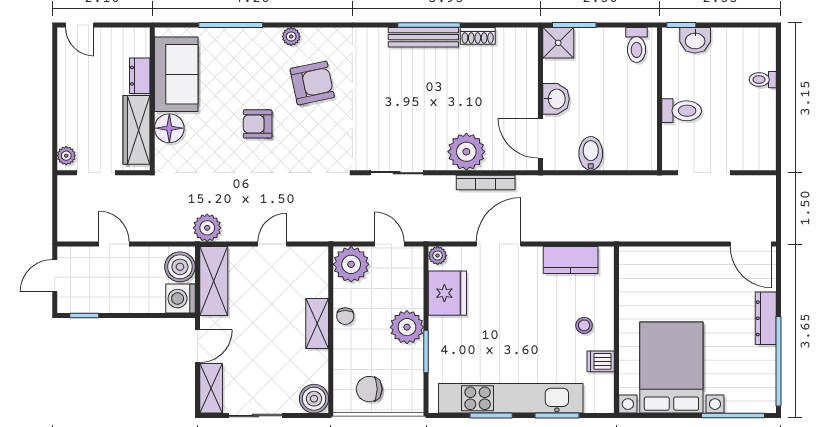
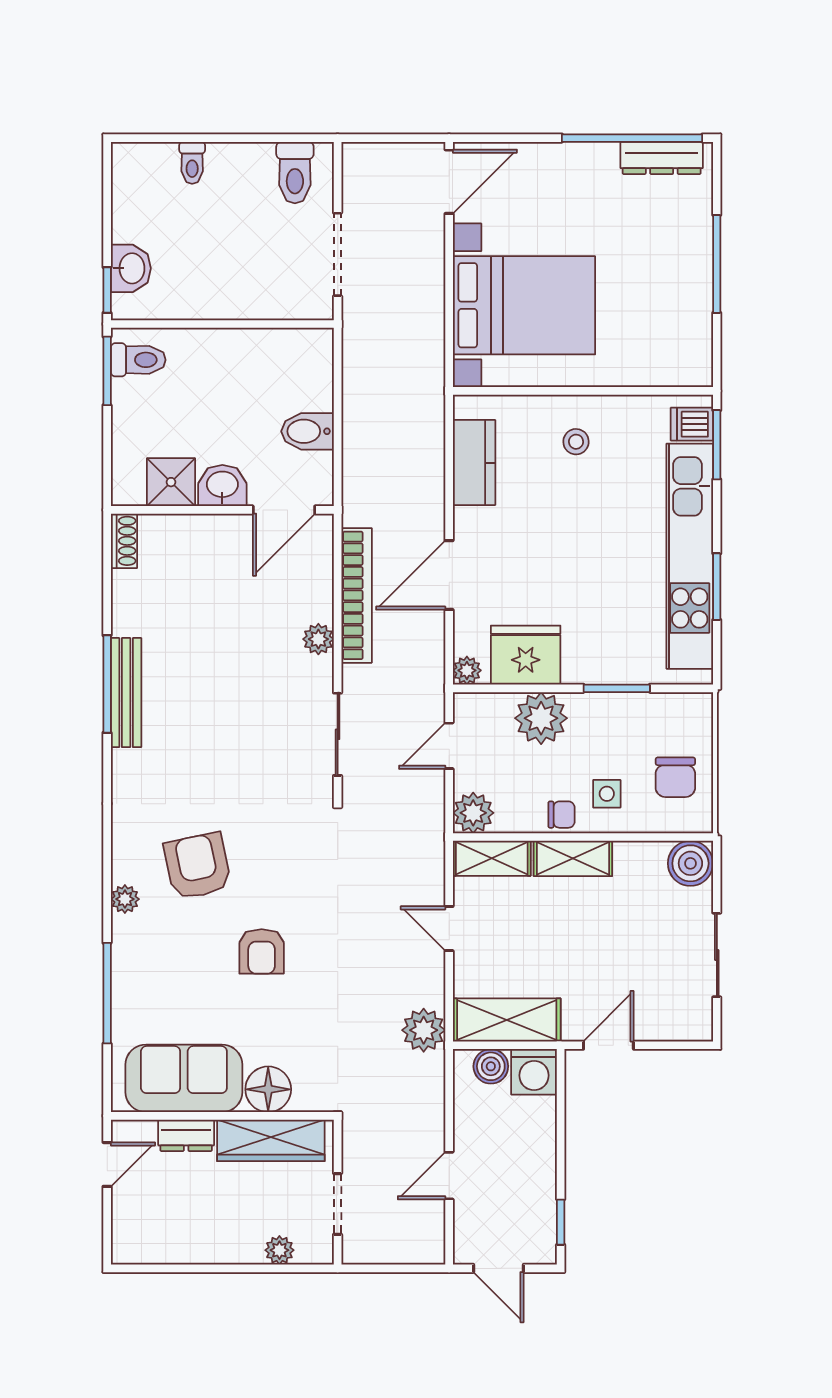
door: (80, 25) -> (107, 1164), moved
window: (574, 25) -> (107, 371), moved
shoe rack: (478, 36) -> (124, 541), moved
shower: (558, 43) -> (171, 482), moved
toilet: (682, 111) -> (295, 173), moved, turned 180
plant: (466, 152) -> (318, 639), width x0.53, depth x0.53
plant: (66, 156) -> (279, 1250), moved
bookcase: (486, 183) -> (357, 595), width x1.48, depth x1.31
door: (499, 244) -> (449, 575), hinge flipped
plant: (351, 264) -> (473, 813), width x0.73, depth x0.73
boiler: (180, 267) -> (491, 1066), width x0.73, depth x0.73
dresser: (766, 318) -> (662, 158), moved
plant: (407, 327) -> (541, 718), moved
side table: (359, 345) -> (607, 794), added
door: (198, 346) -> (608, 1045), hinge flipped
dishwasher: (601, 361) -> (692, 424), moved, turned 90
bed with nightstands: (671, 368) -> (524, 305), moved, turned 180
shelving: (211, 388) -> (492, 858), moved
window: (557, 416) -> (717, 445), moved
window: (733, 416) -> (717, 264), moved

